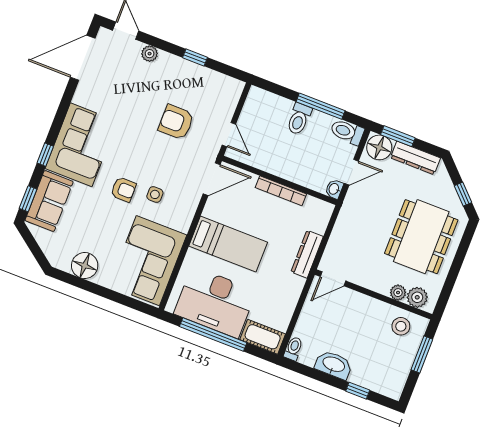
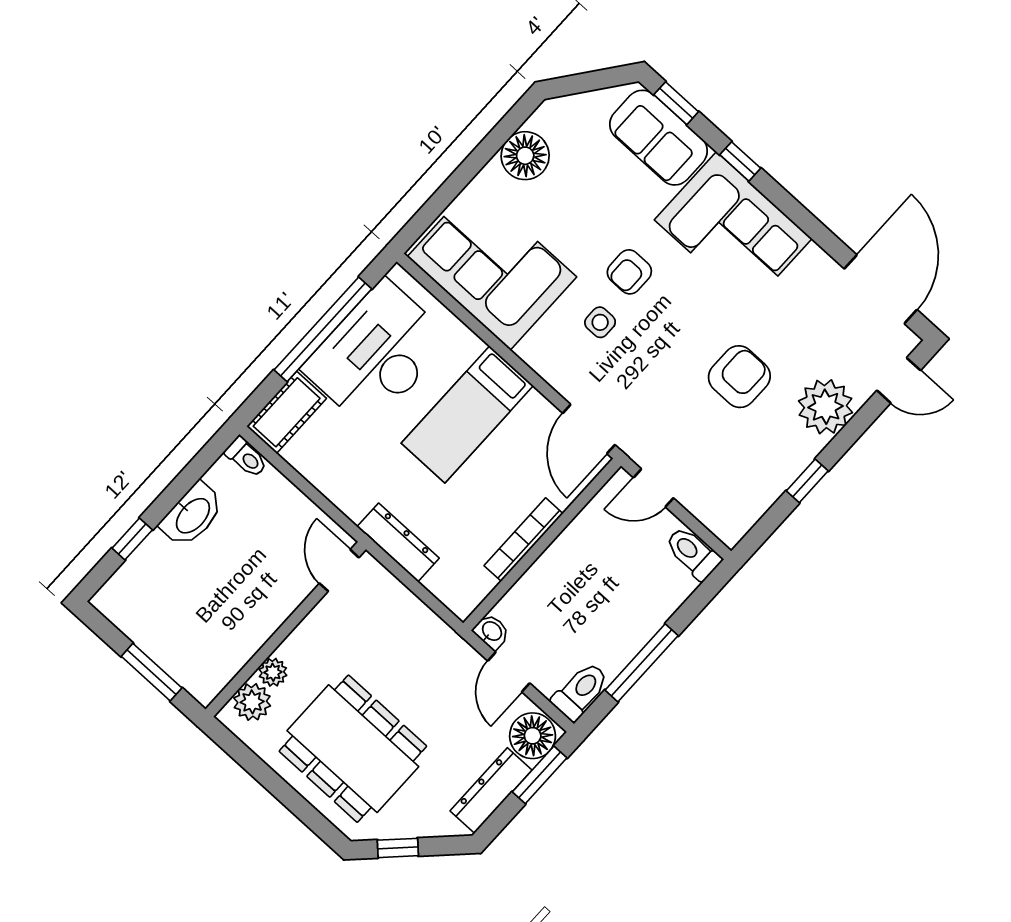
plant: (150, 54) -> (825, 407), width x1.88, depth x1.88
toilet: (299, 119) -> (693, 553), moved
armchair: (176, 122) -> (739, 377), moved
stool: (401, 326) -> (213, 655), removed

